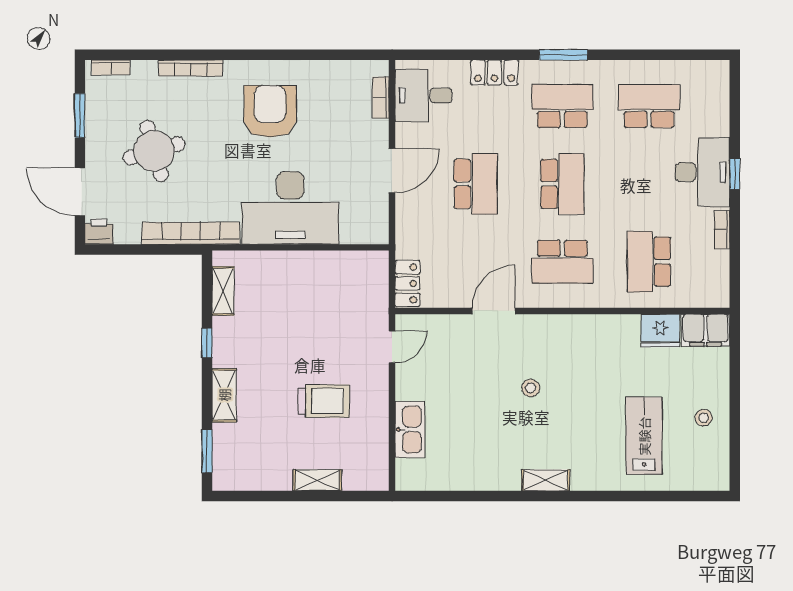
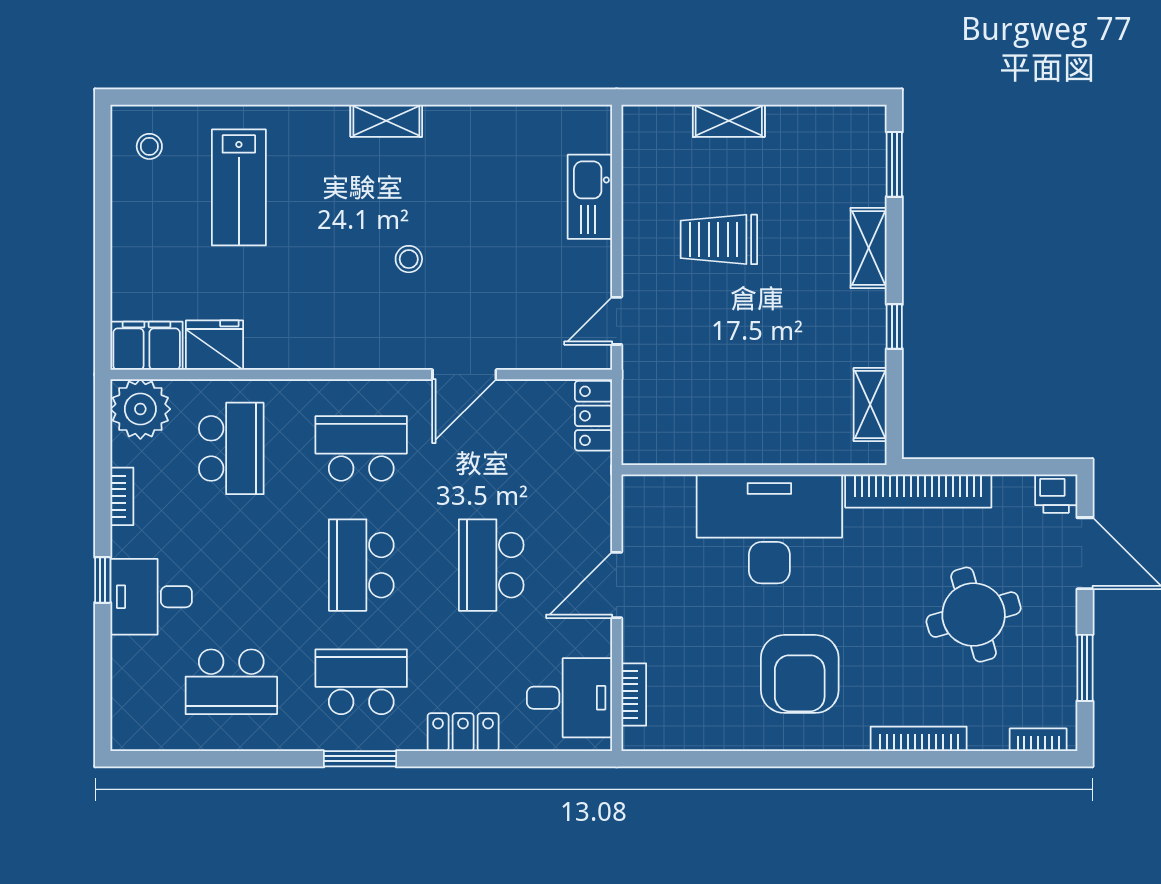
school desk: (562, 106) -> (361, 682), turned 180
desk: (702, 172) -> (151, 597), width x0.73
plant: (710, 288) -> (140, 409), added
stool: (704, 418) -> (149, 146), moved

